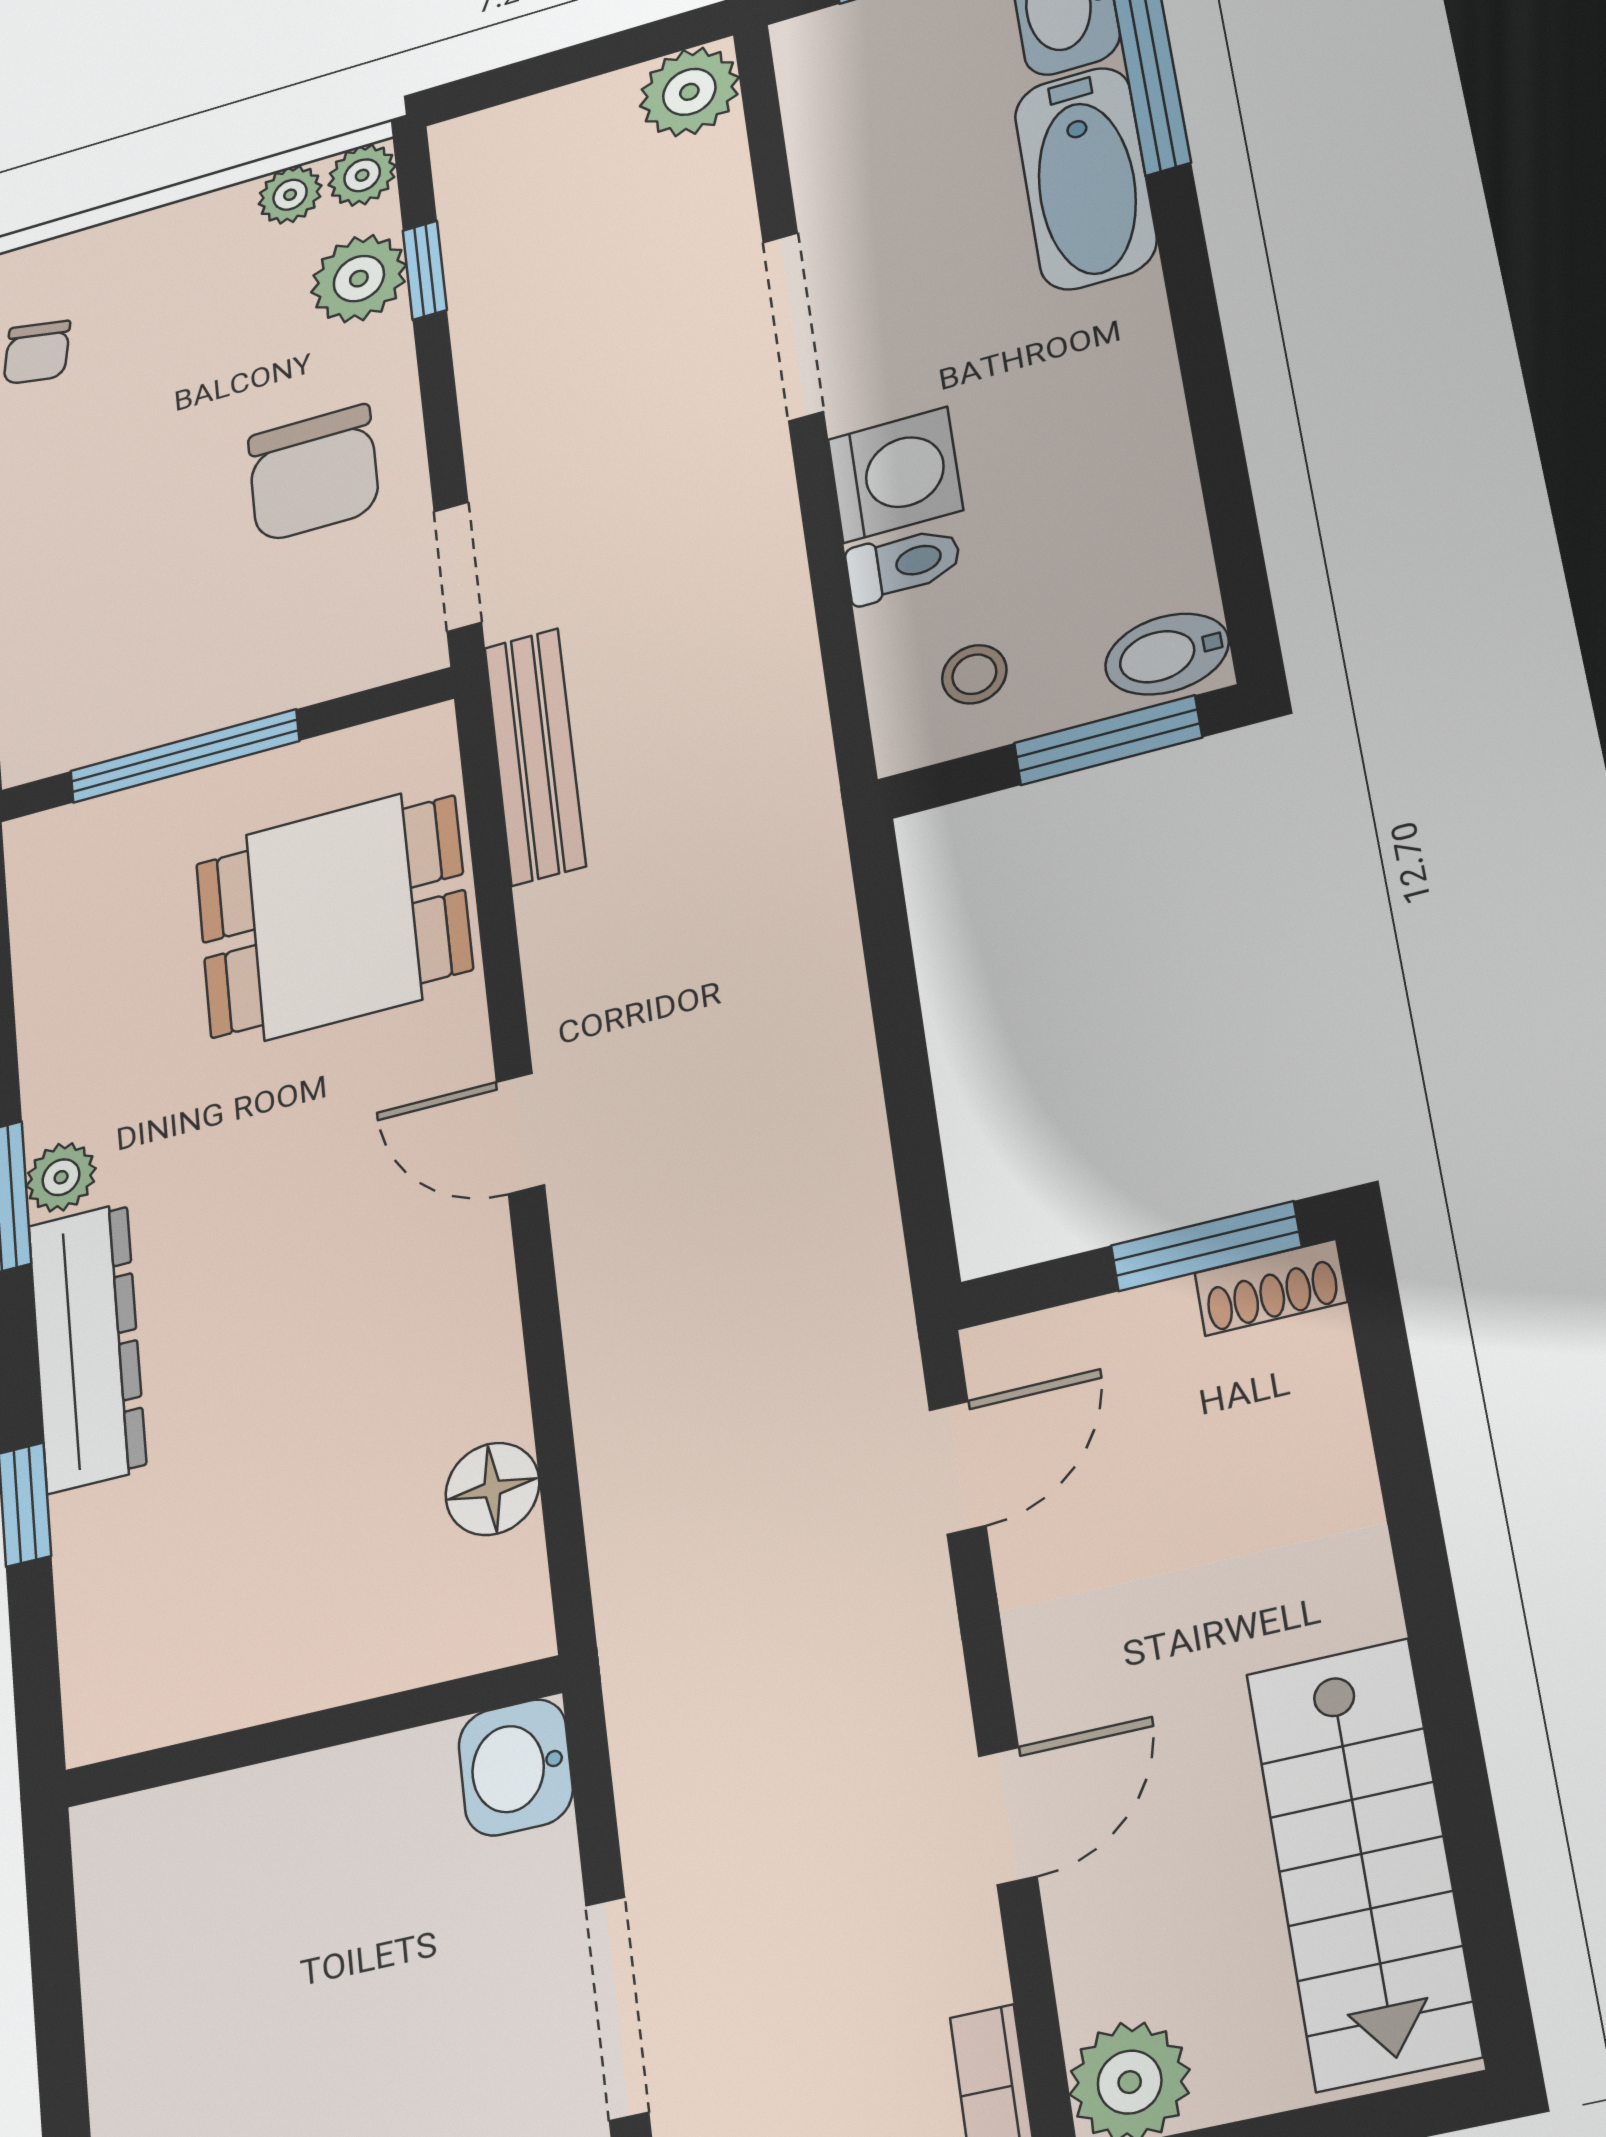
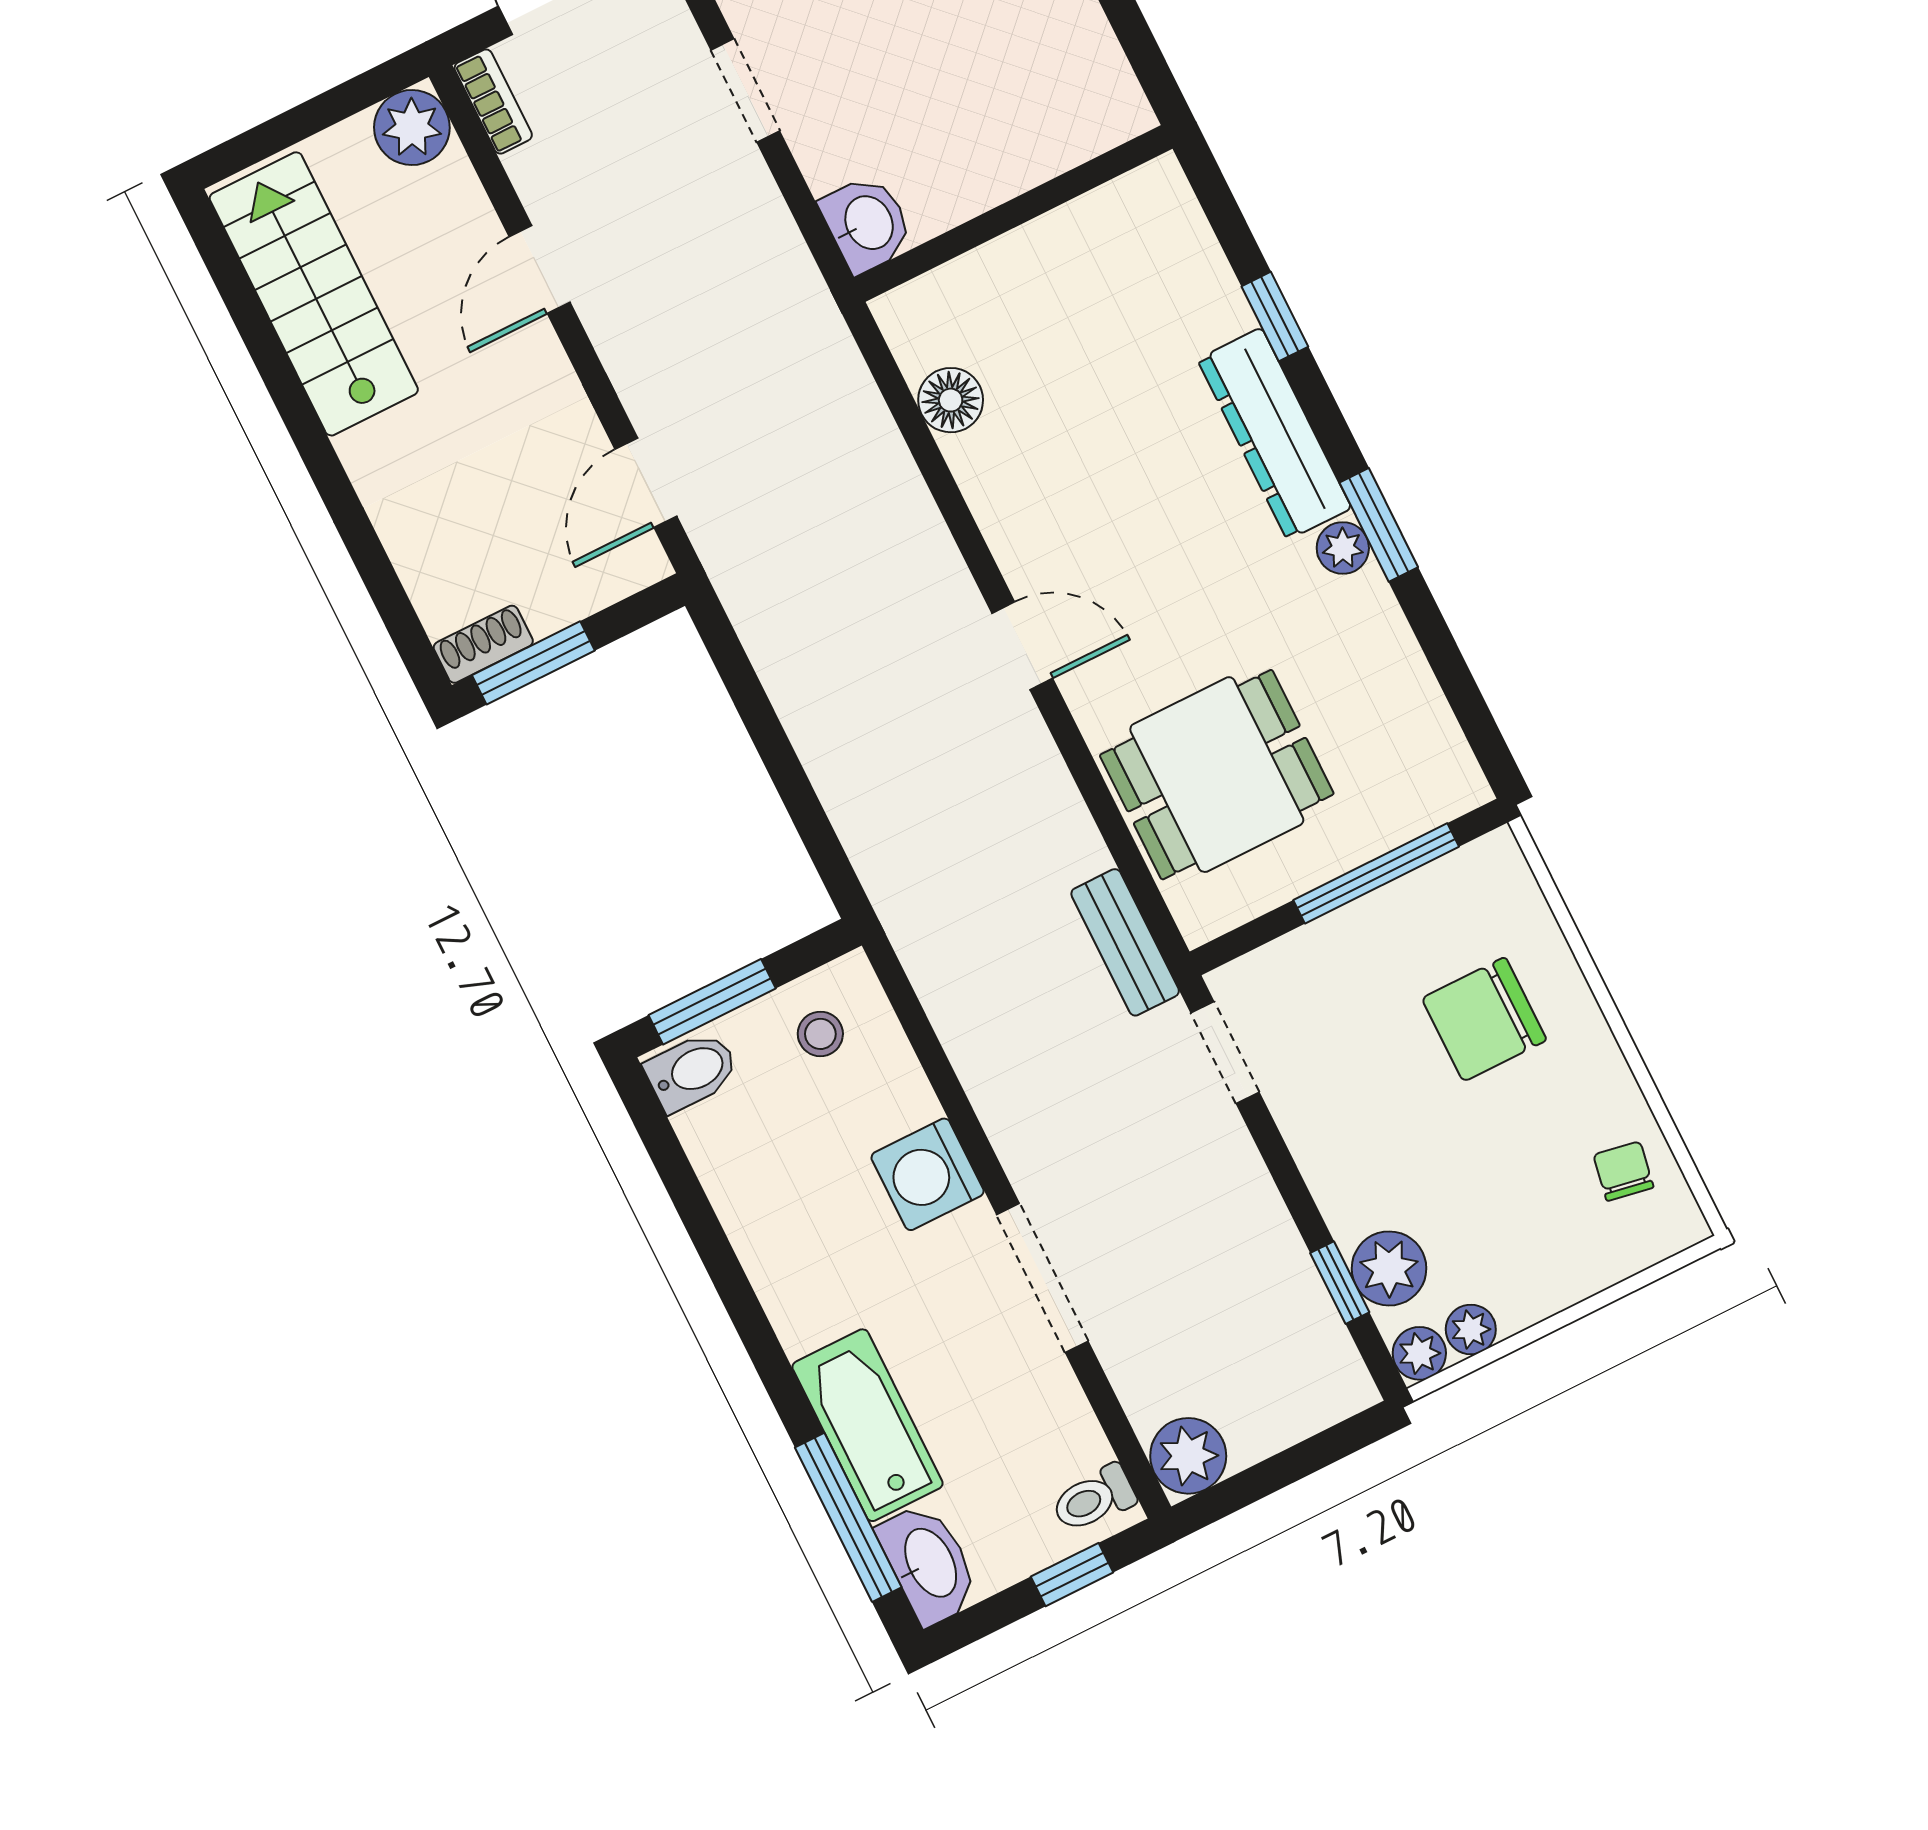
chair: (313, 473) -> (1484, 1019), moved, turned -90
toilet: (903, 564) -> (1094, 1499), moved
bench: (535, 756) -> (1125, 942), width x0.73
doorway: (617, 2008) -> (745, 90), width x0.73

